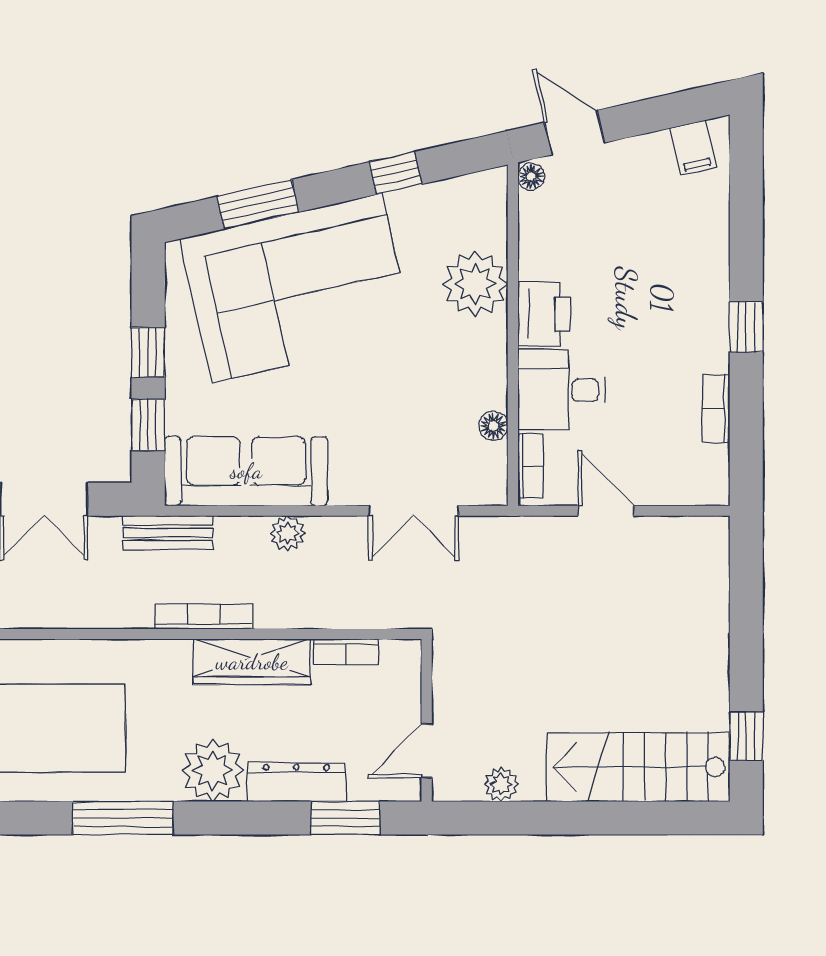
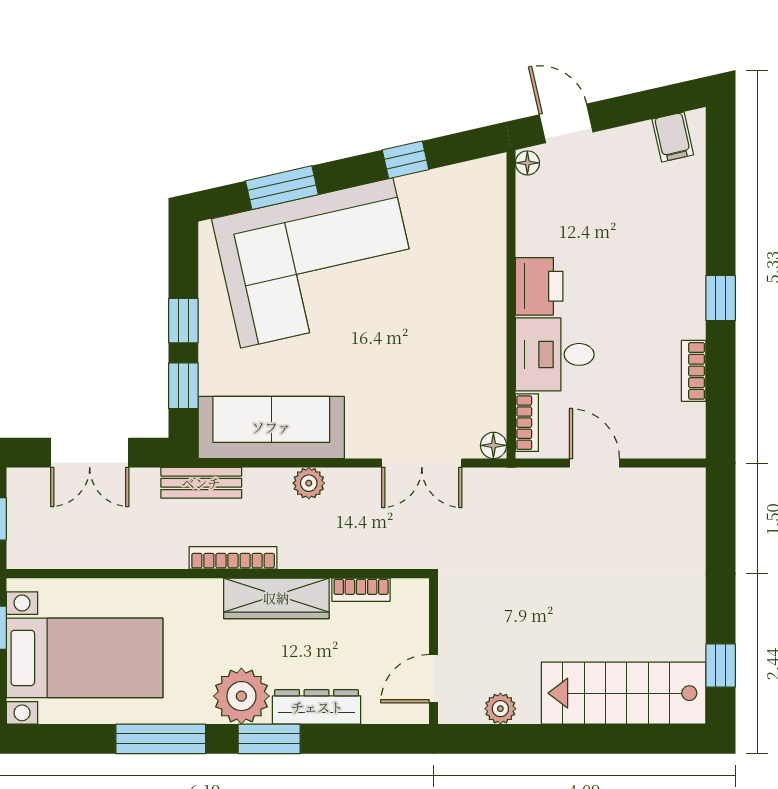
plant: (475, 284) -> (477, 259), removed
floor lamp: (493, 426) -> (493, 445), moved
window: (345, 818) -> (269, 739), moved

